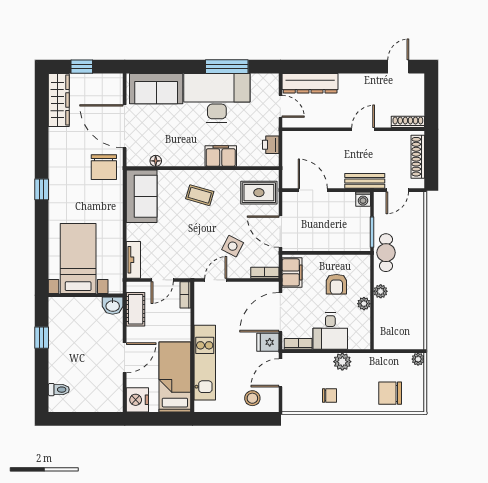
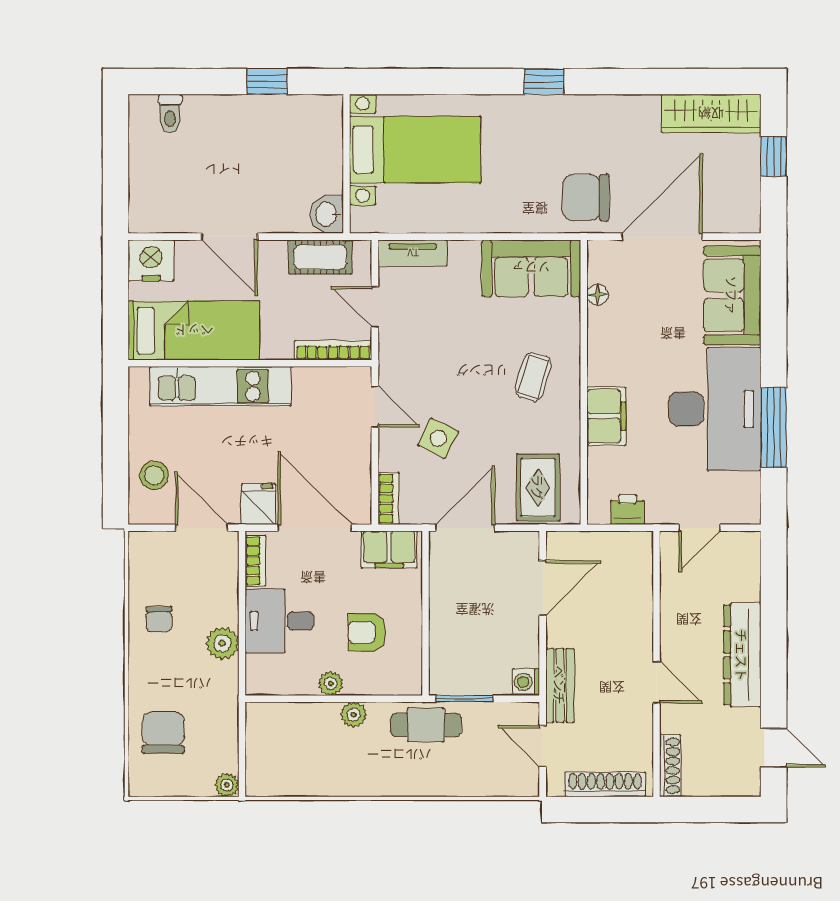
dresser: (310, 83) -> (742, 655), moved
bookcase: (185, 295) -> (333, 350), width x1.56

